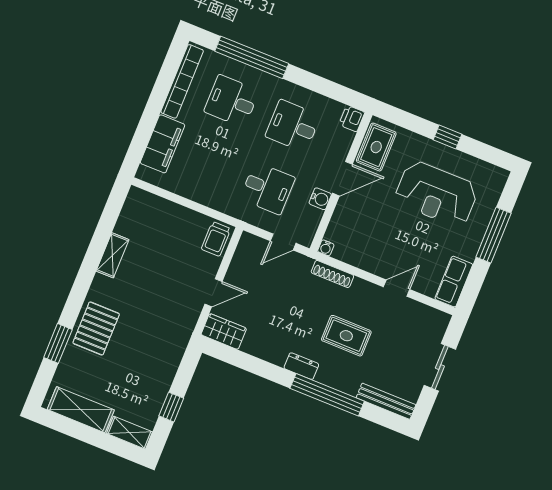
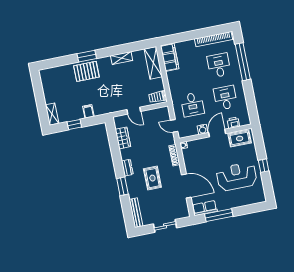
printer: (352, 118) -> (233, 123), moved
filing cabinet: (163, 144) -> (170, 57), moved, turned -90
door: (342, 179) -> (217, 133), swing flipped
reception desk: (436, 194) -> (237, 177), turned 90
window: (494, 235) -> (219, 215), moved
door: (397, 288) -> (186, 186), width x1.88
wardrobe: (224, 332) -> (123, 138), moved
window: (58, 343) -> (87, 56), moved
filing cabinet: (165, 369) -> (88, 111), added
window: (327, 395) -> (122, 186), width x0.47
shelving: (81, 410) -> (153, 63), moved

